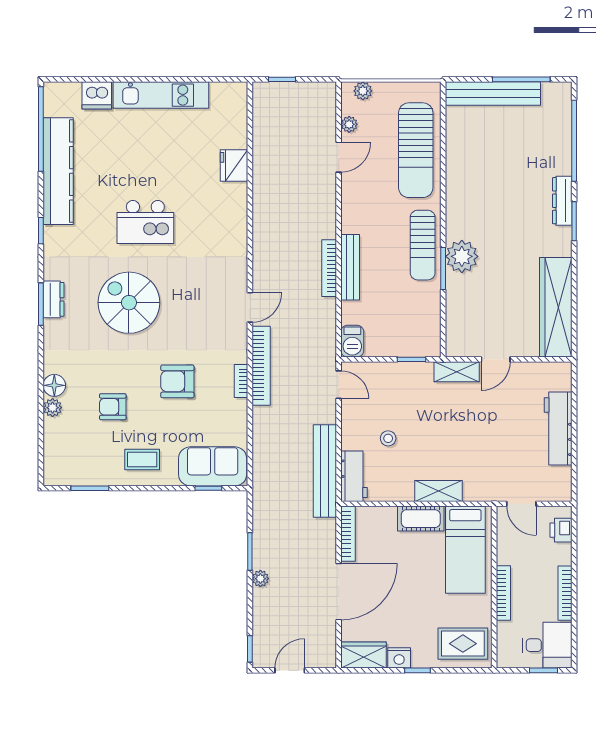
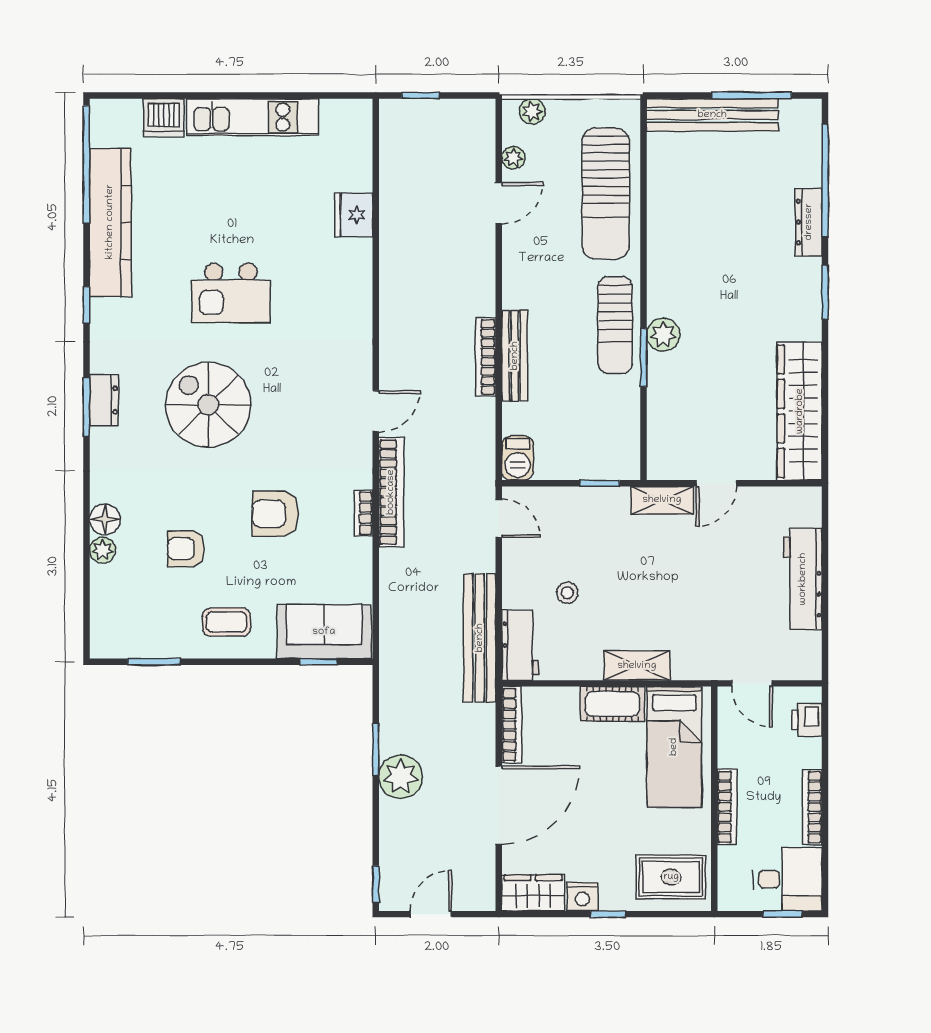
dresser: (562, 201) -> (809, 222), moved
plant: (462, 256) -> (663, 335), width x0.73, depth x0.73
plant: (260, 579) -> (401, 777), width x1.88, depth x1.88

